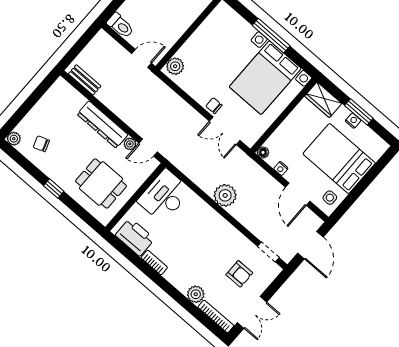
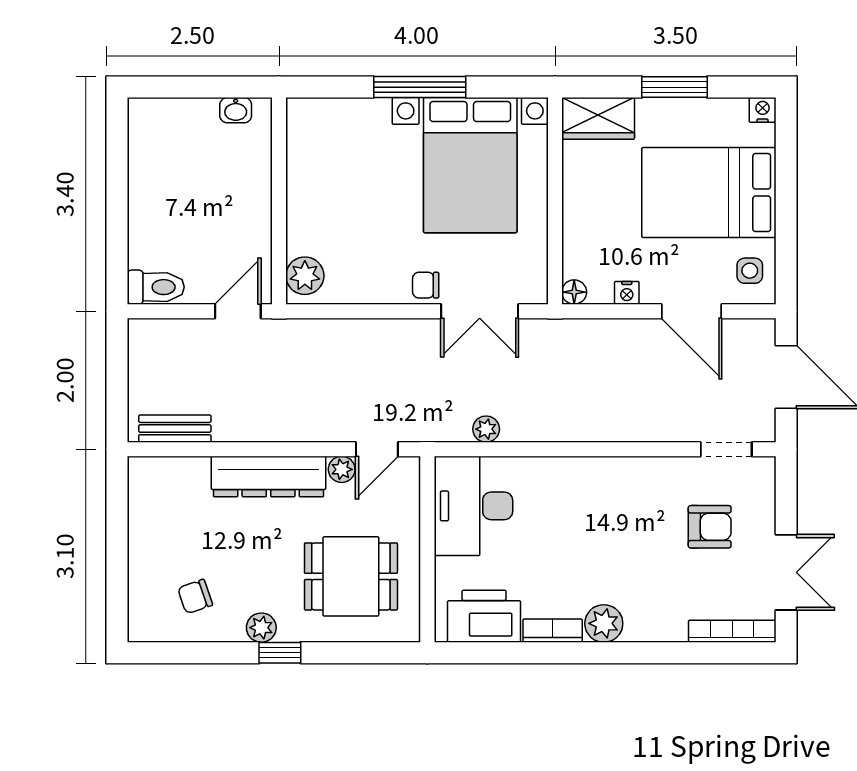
nightstand: (353, 121) -> (763, 110), moved
plant: (14, 139) -> (261, 628), moved
plant: (225, 195) -> (486, 429), moved, width x0.53, depth x0.53
plant: (196, 294) -> (604, 623), moved

